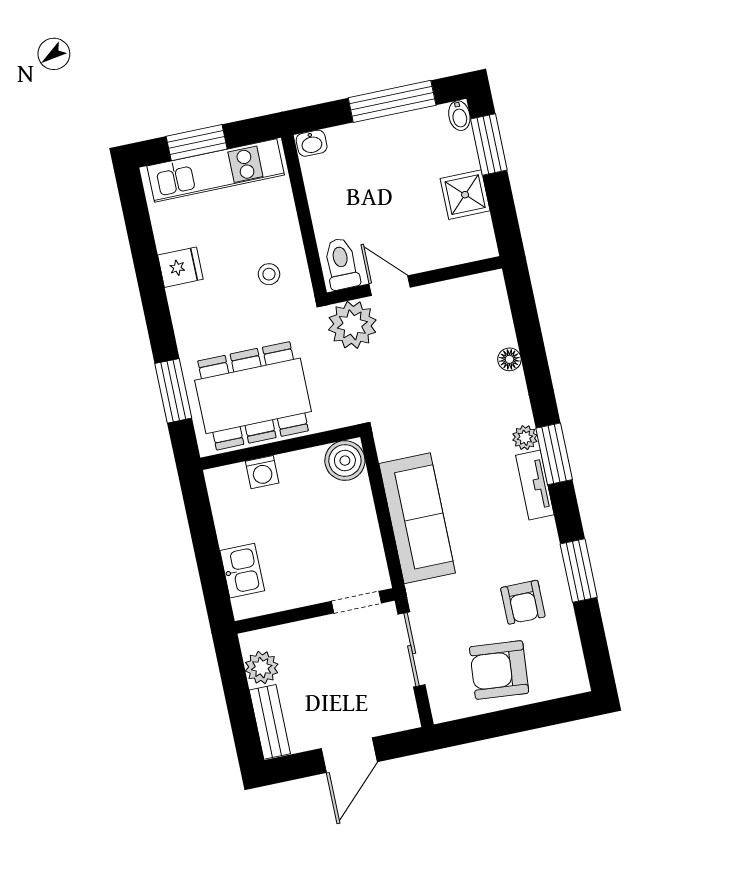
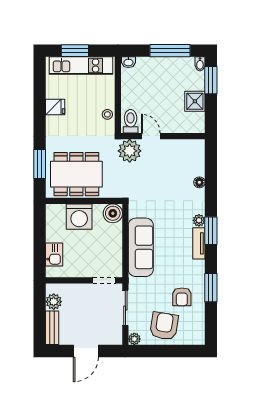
stool: (269, 274) -> (107, 114), moved
washing machine: (262, 472) -> (79, 217), width x1.89, depth x1.89
armchair: (499, 670) -> (164, 326), turned 94
plant: (444, 709) -> (134, 339), added

